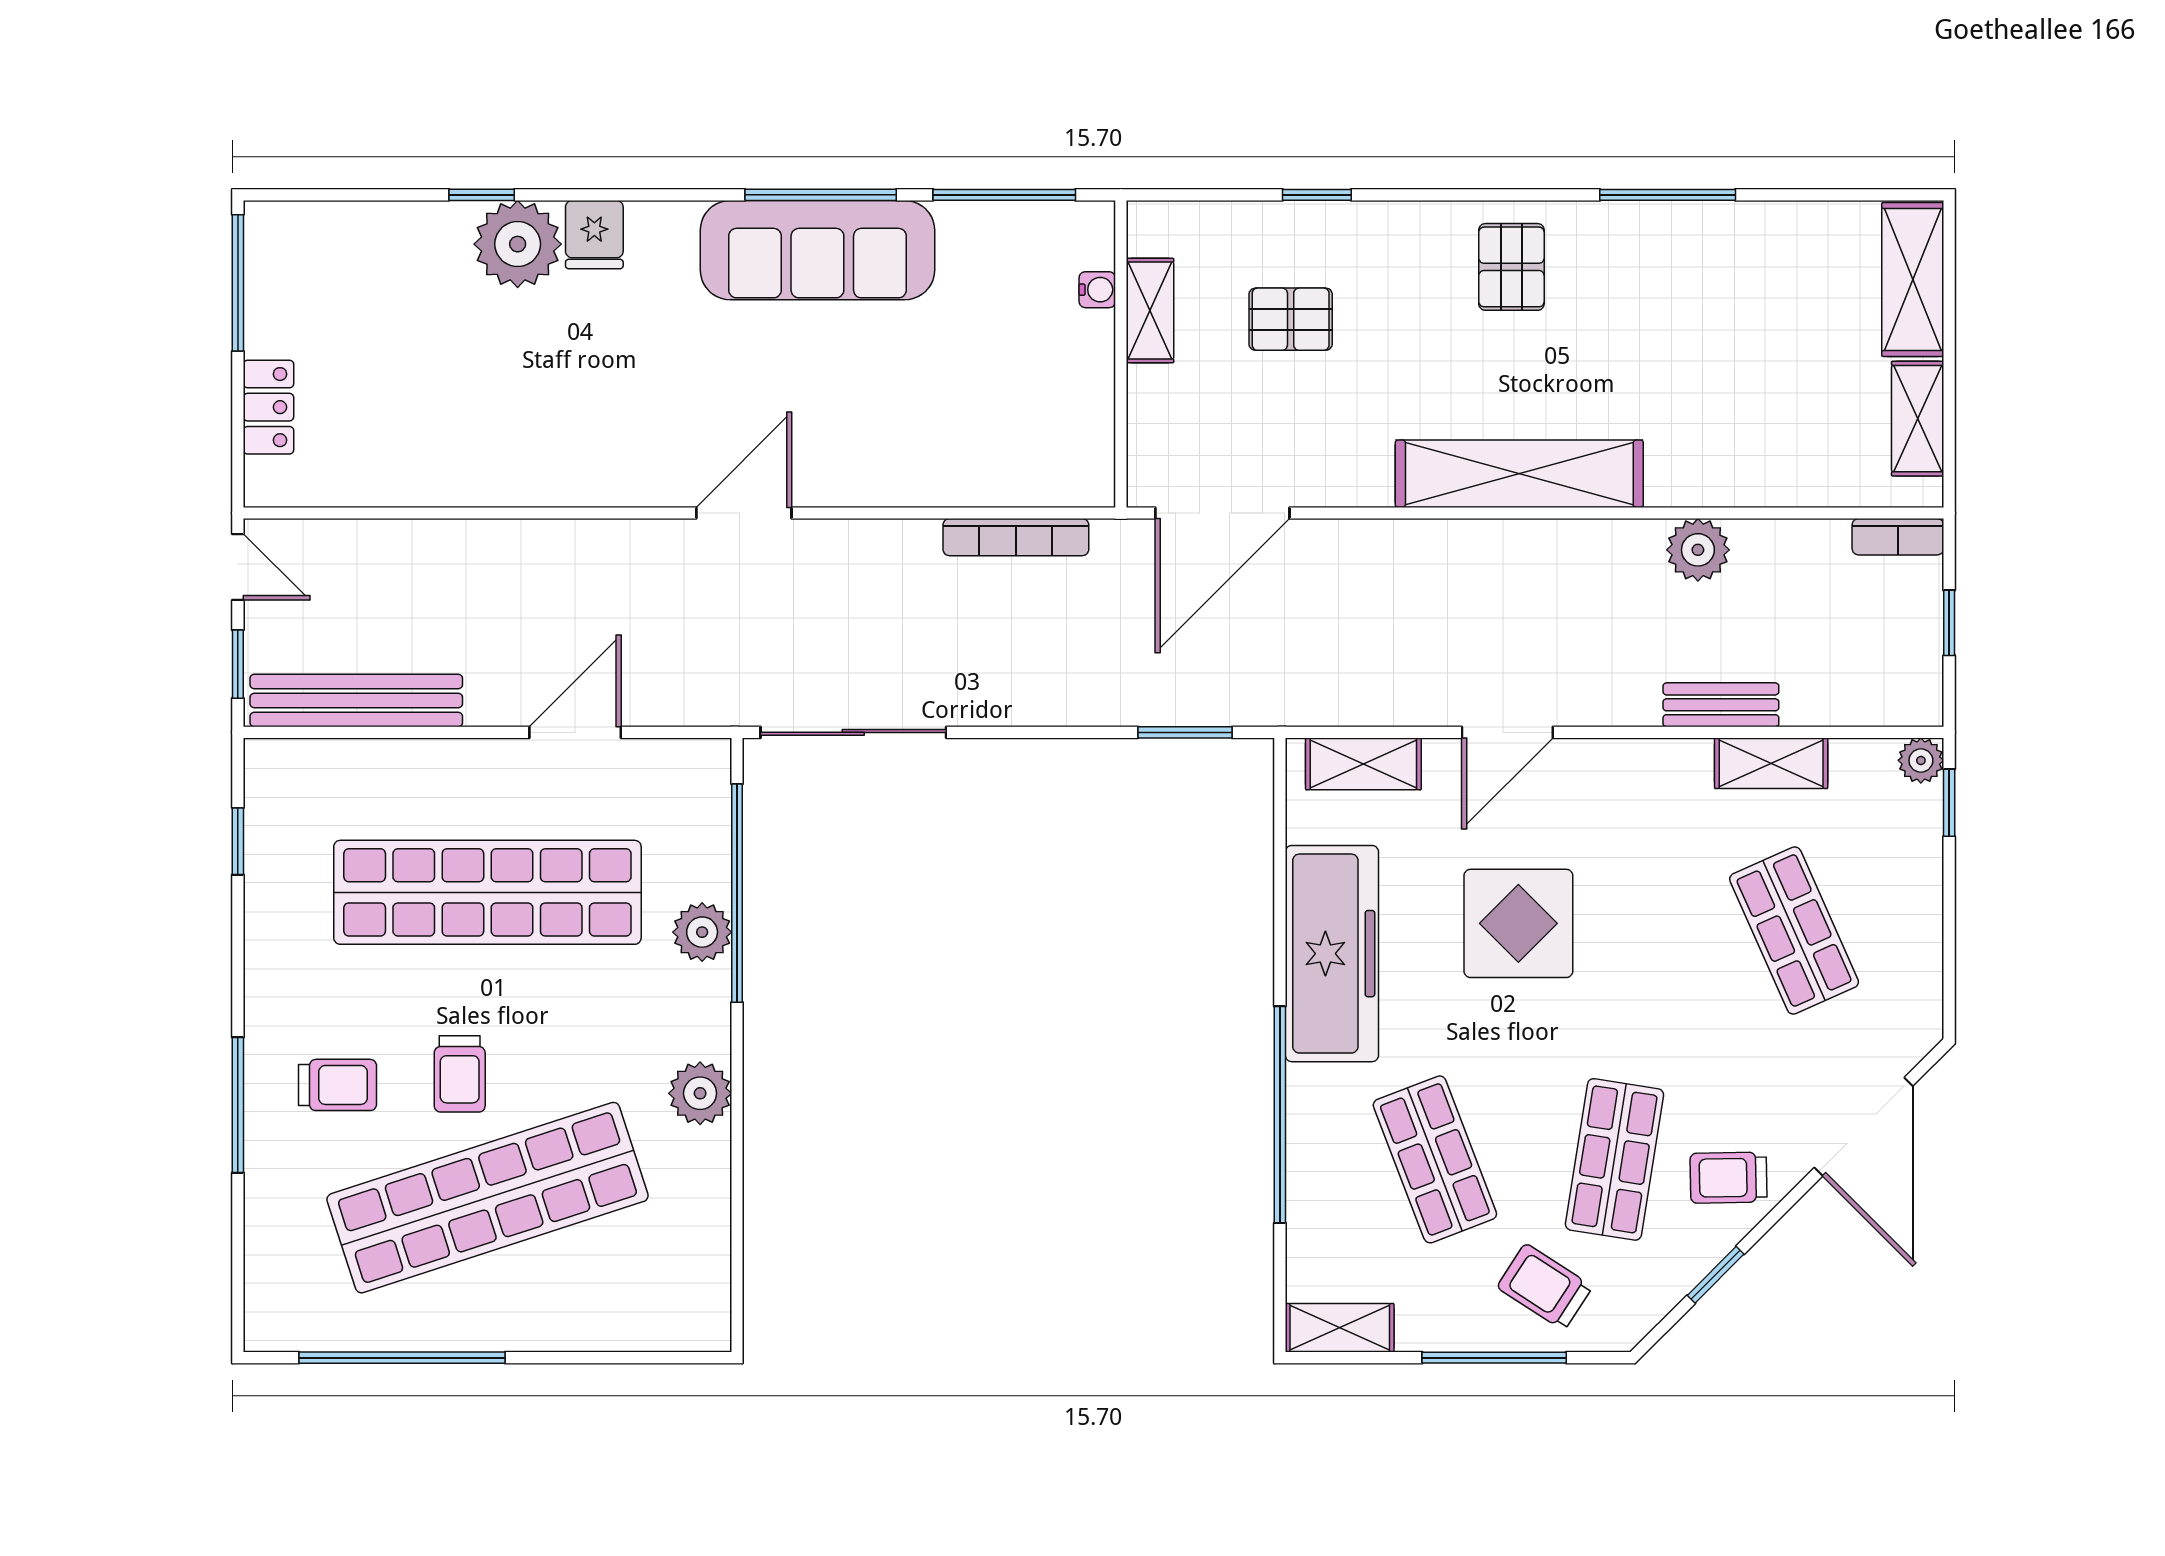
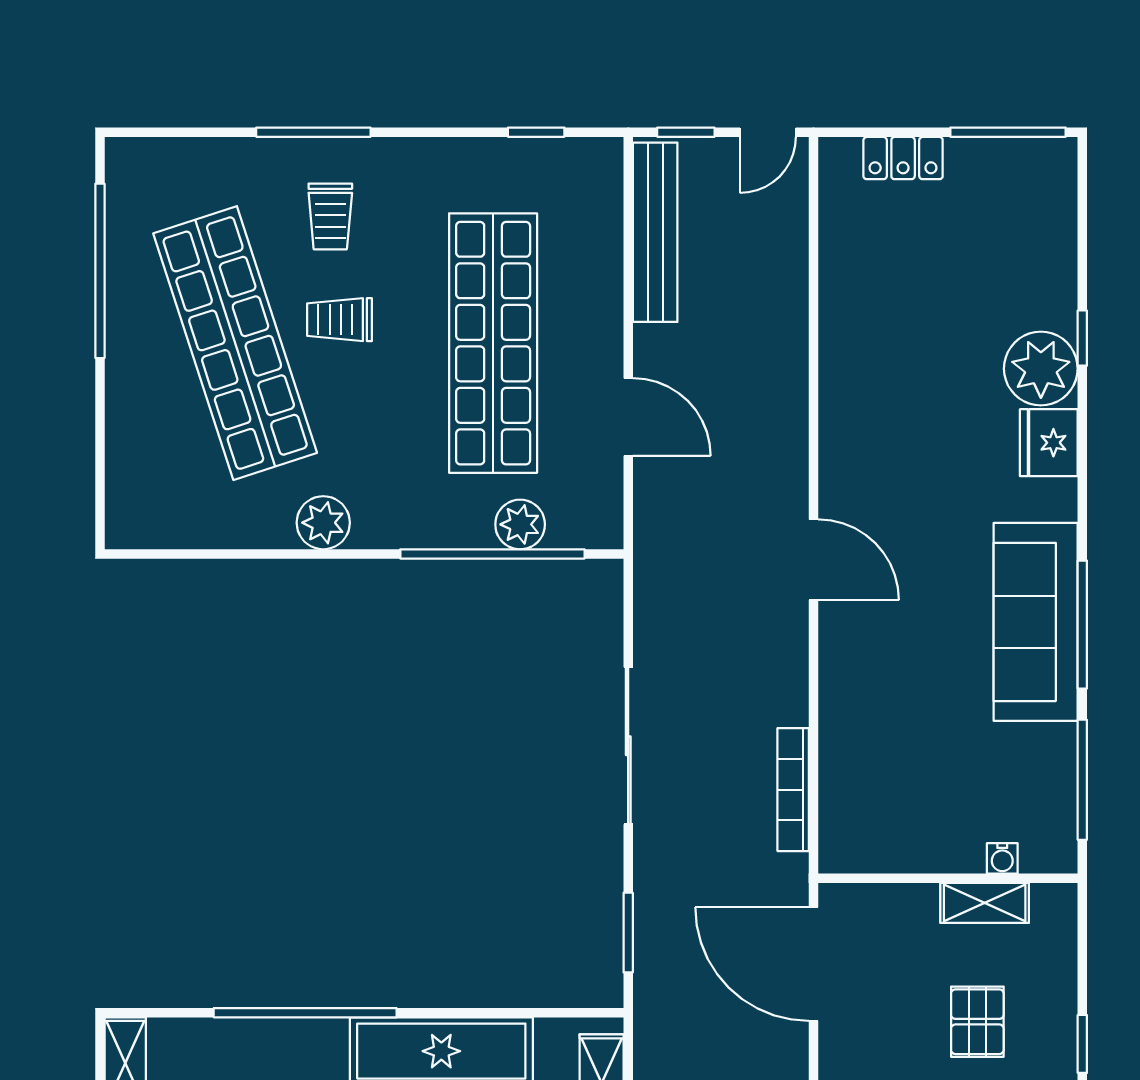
fridge: (594, 235) -> (1049, 443), width x1.38
sliding door: (853, 732) -> (628, 746), moved
plant: (702, 932) -> (520, 524), moved

